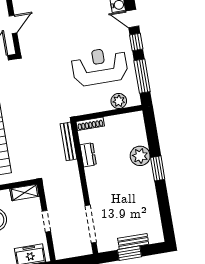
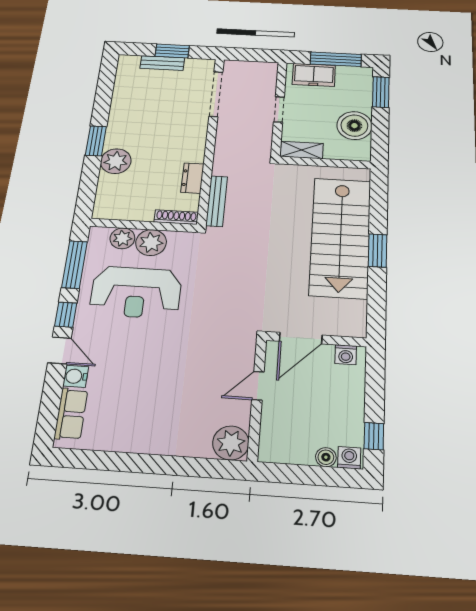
plant: (100, 102) -> (151, 243), added

